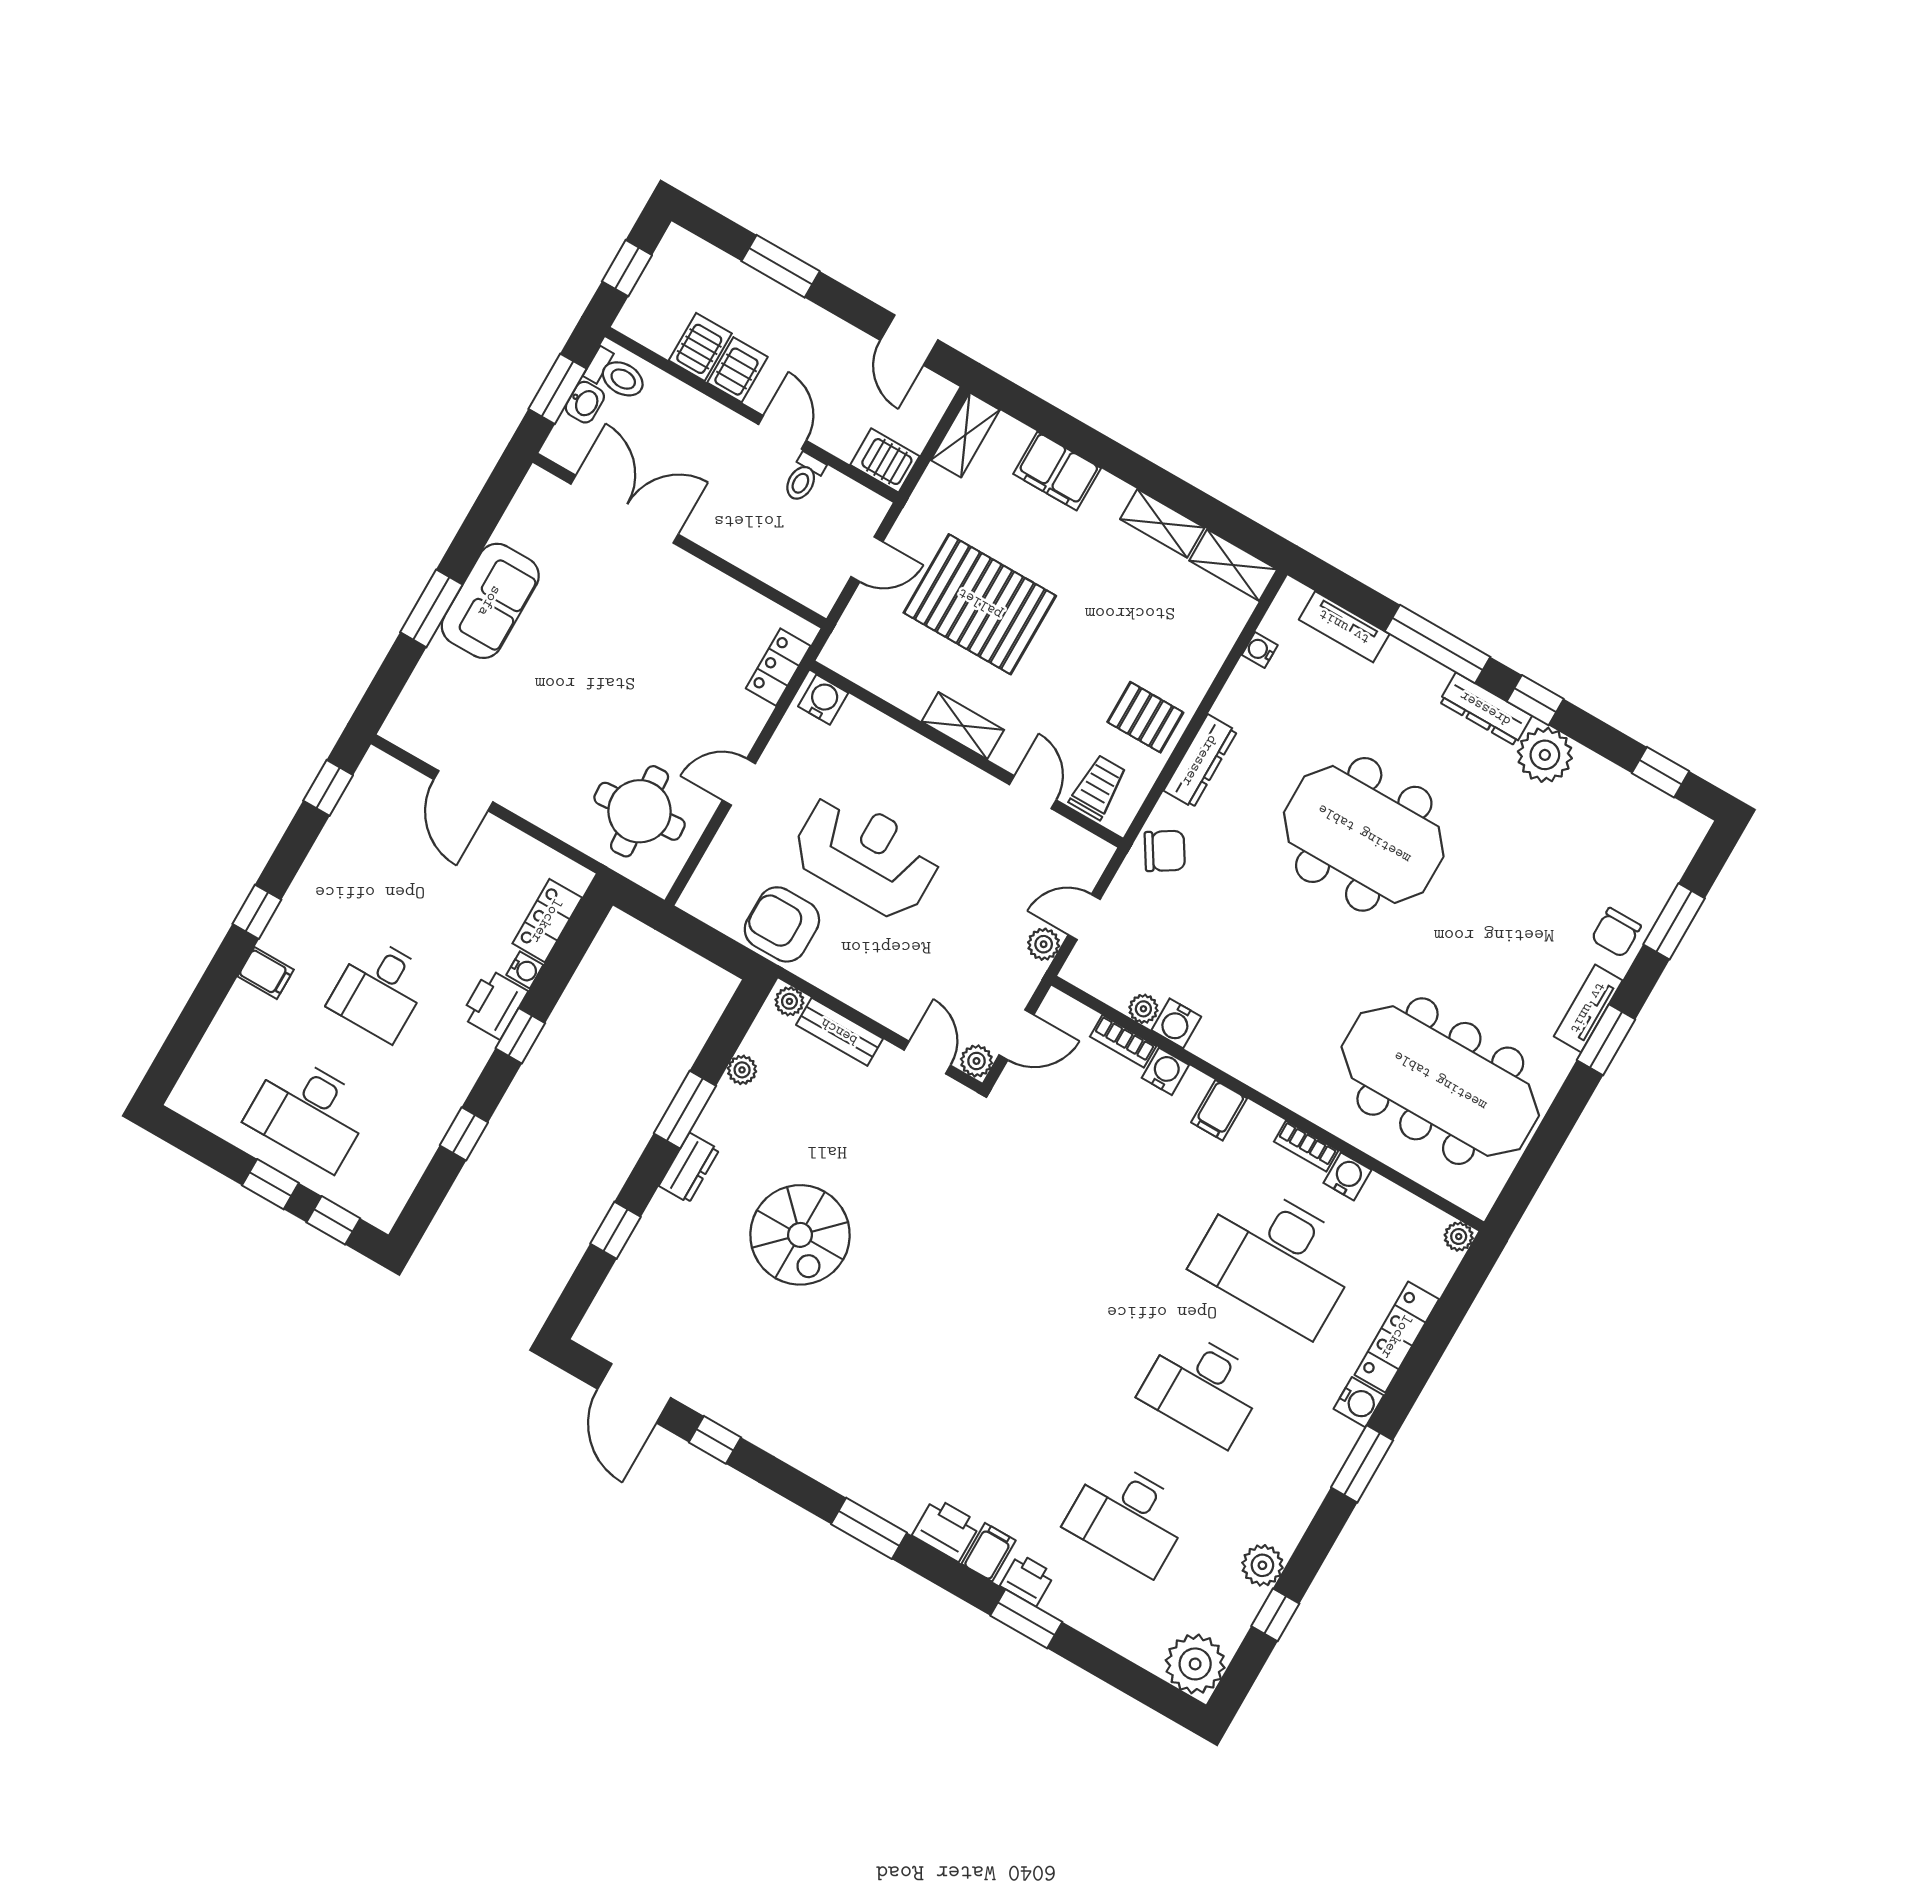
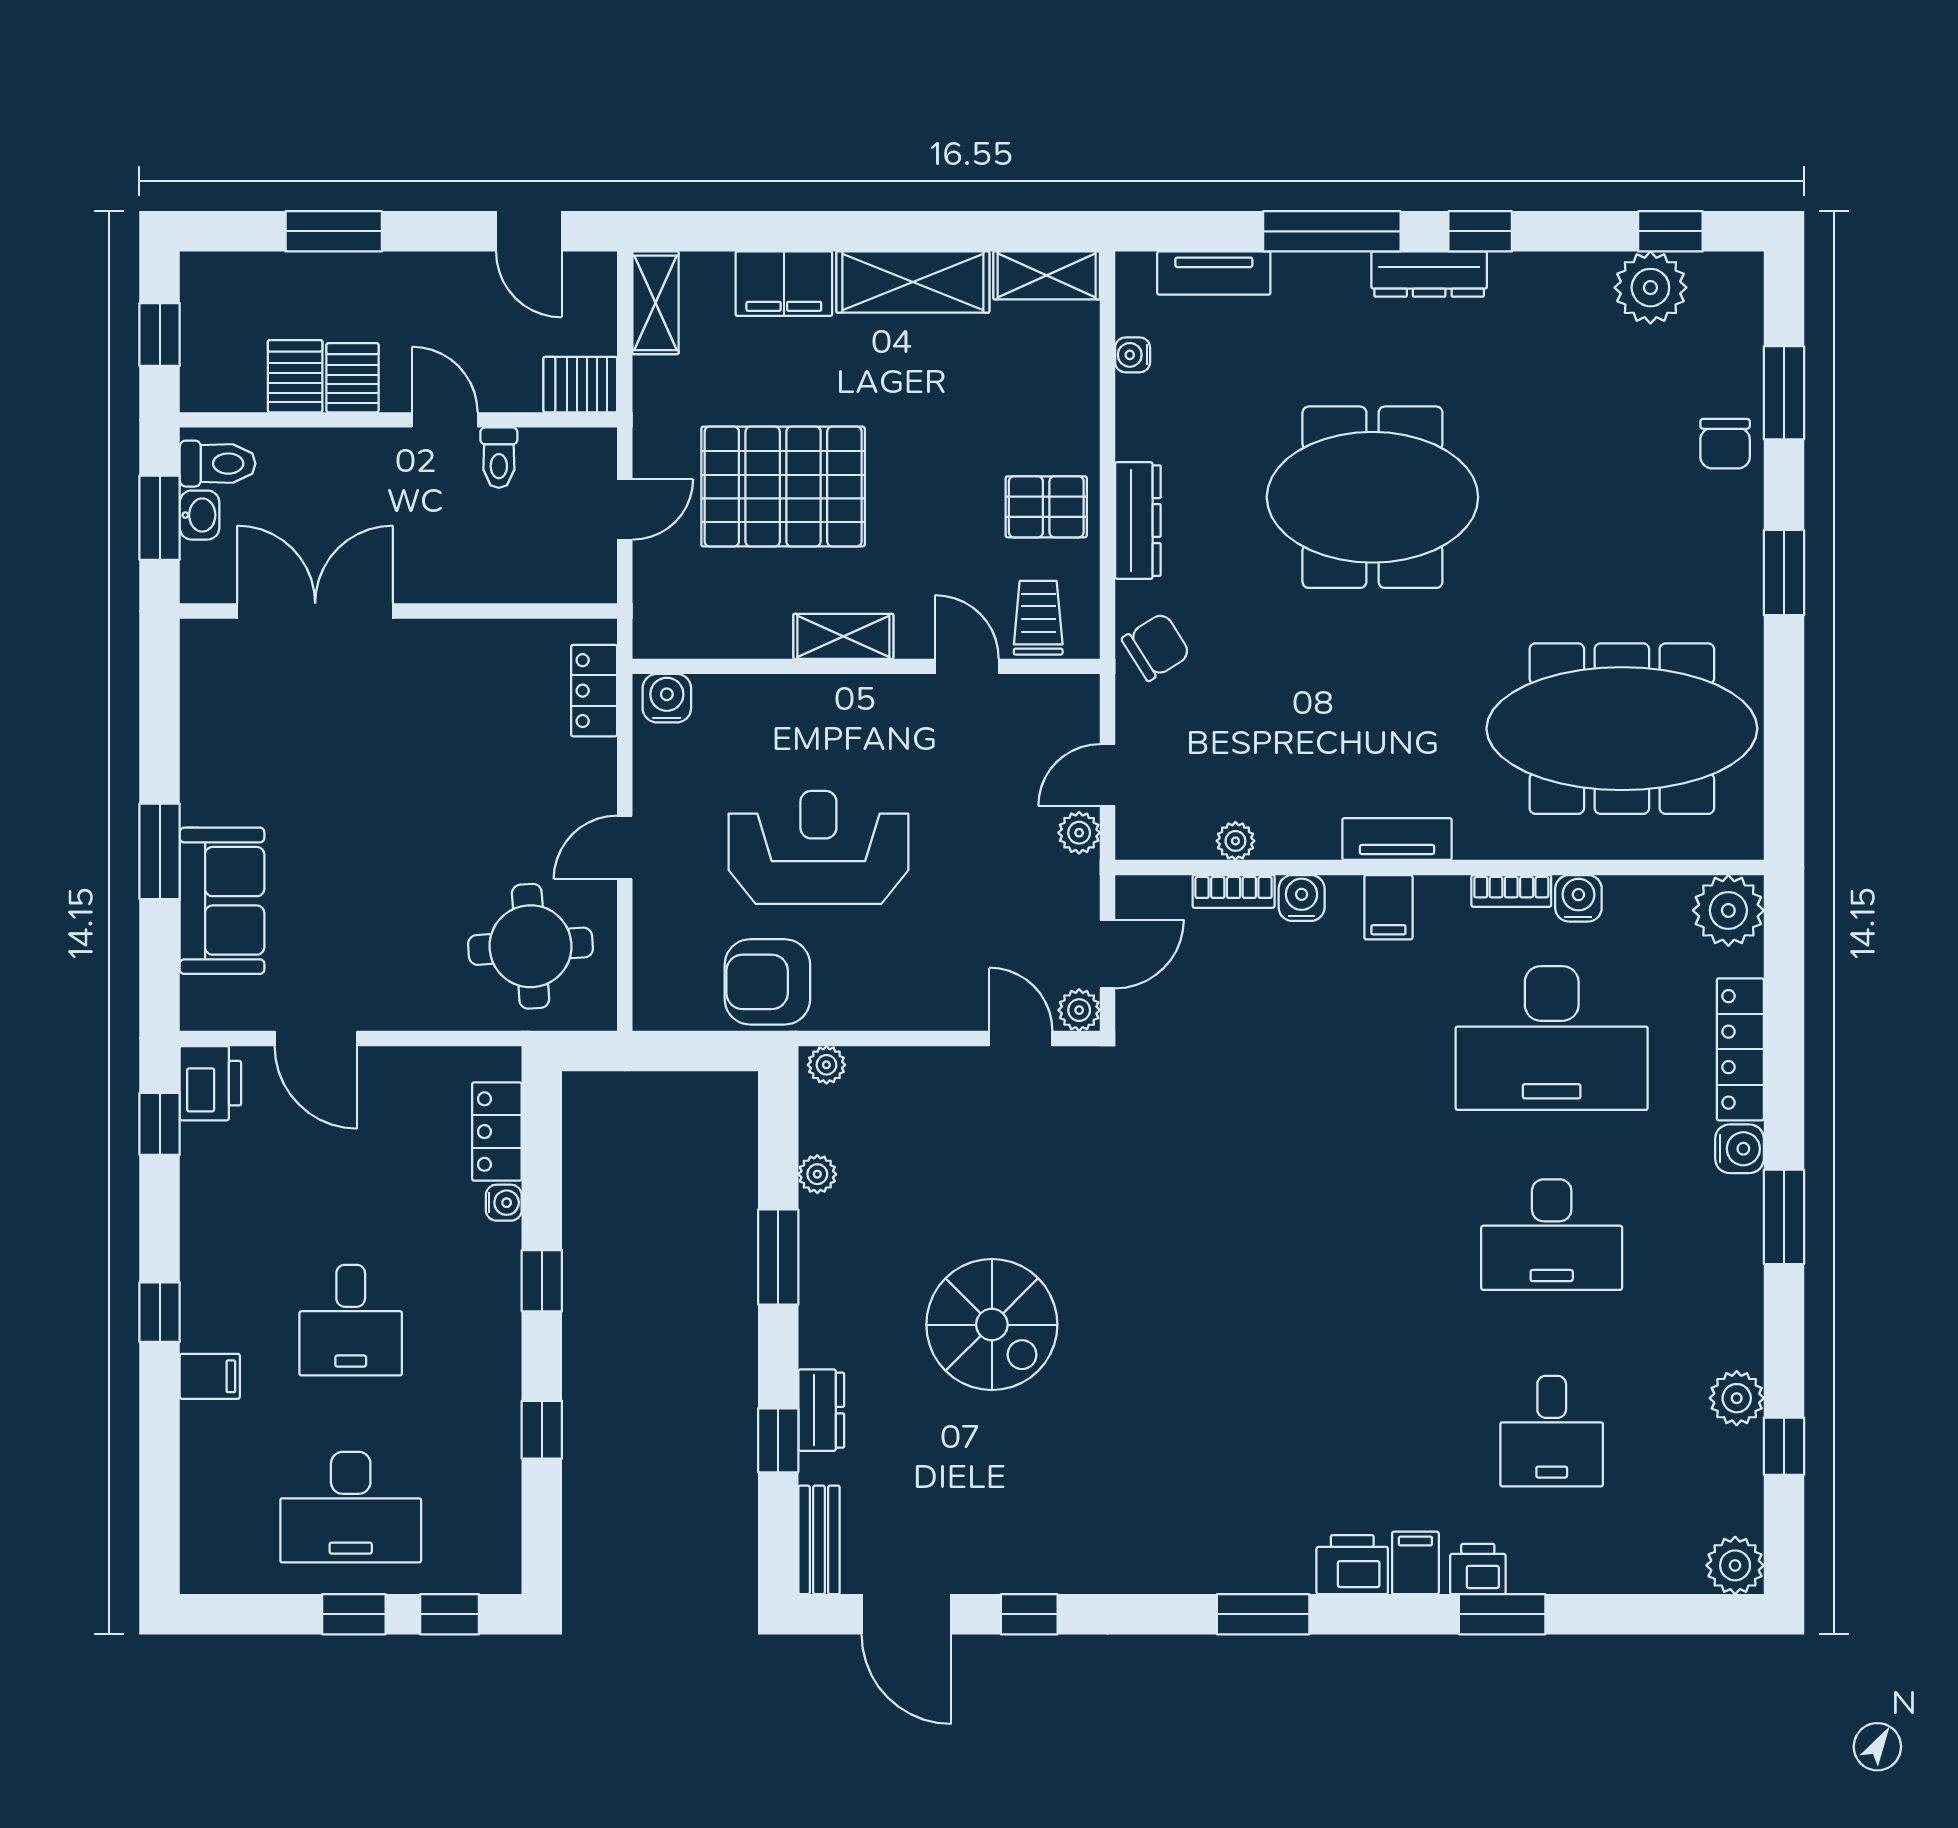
shelving: (1162, 523) -> (913, 282), width x1.50, depth x1.33
sofa: (490, 601) -> (222, 901), moved
plant: (1545, 755) -> (1650, 288), moved
printer: (494, 1004) -> (210, 1083), moved, turned 180
tv unit: (1588, 1008) -> (1397, 839), moved, turned 90
water cooler: (1176, 1023) -> (1283, 836), removed
bench: (839, 1032) -> (819, 1540), moved, turned 90
dresser: (689, 1168) -> (821, 1410), moved
plant: (1459, 1237) -> (1728, 910), width x1.88, depth x1.88
desk: (1128, 1517) -> (1552, 1431), width x0.73
plant: (1195, 1664) -> (1735, 1565), width x0.73, depth x0.73

